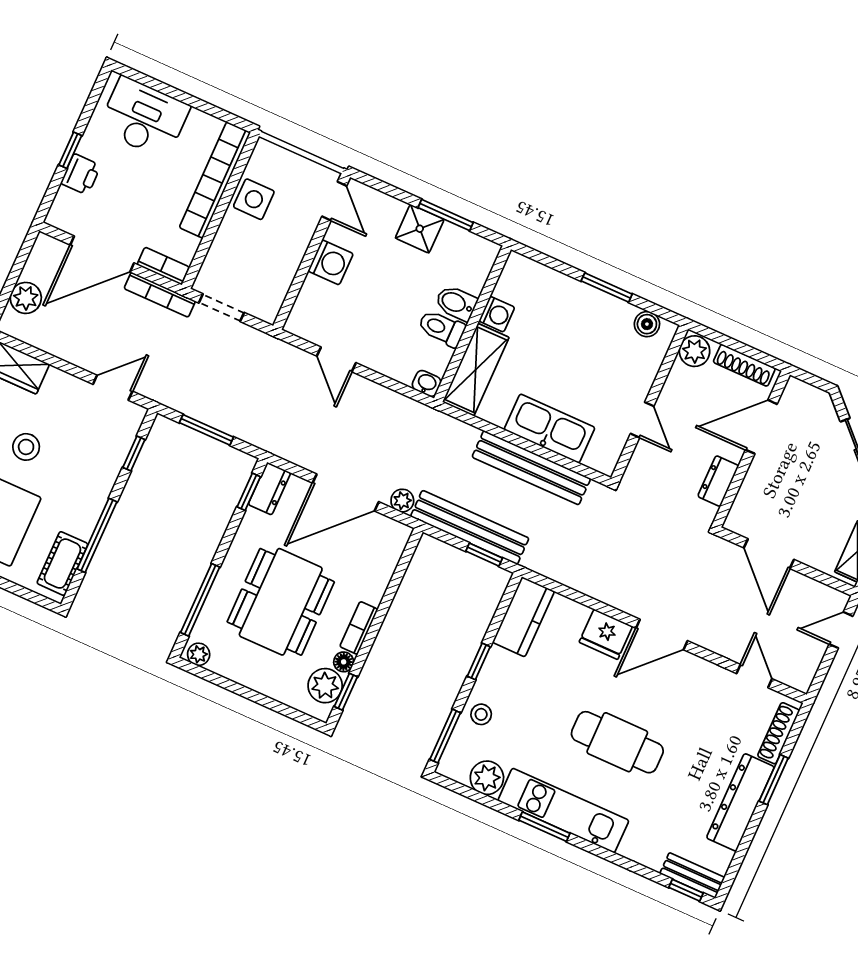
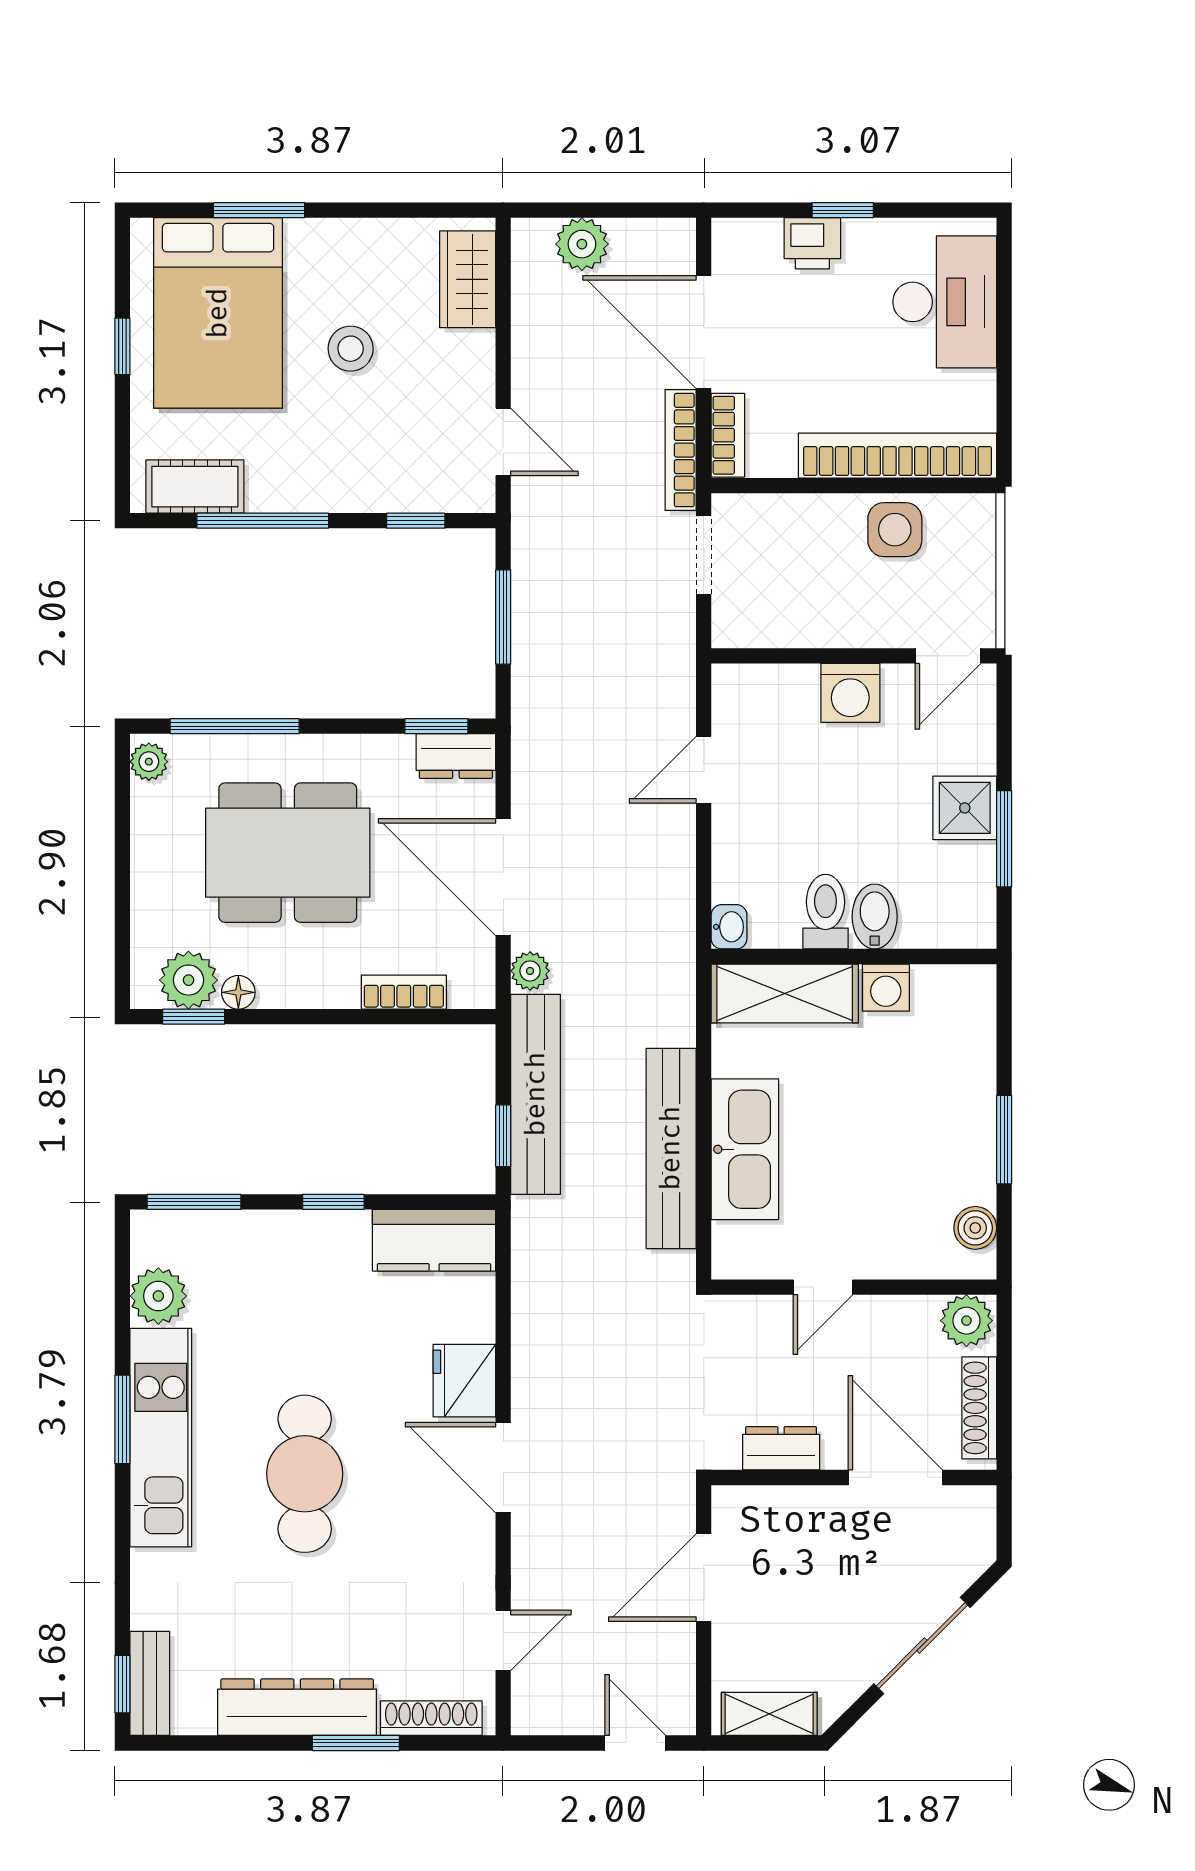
bookcase: (359, 628) -> (404, 992), moved
stool: (481, 714) -> (253, 1243), removed

